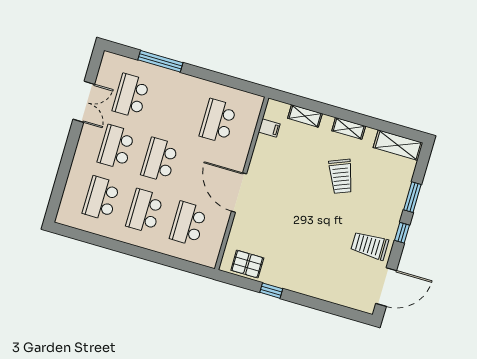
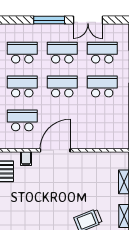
school desk: (218, 121) -> (102, 86), moved
filing cabinet: (269, 128) -> (26, 159), moved
window: (69, 152) -> (49, 20), added

